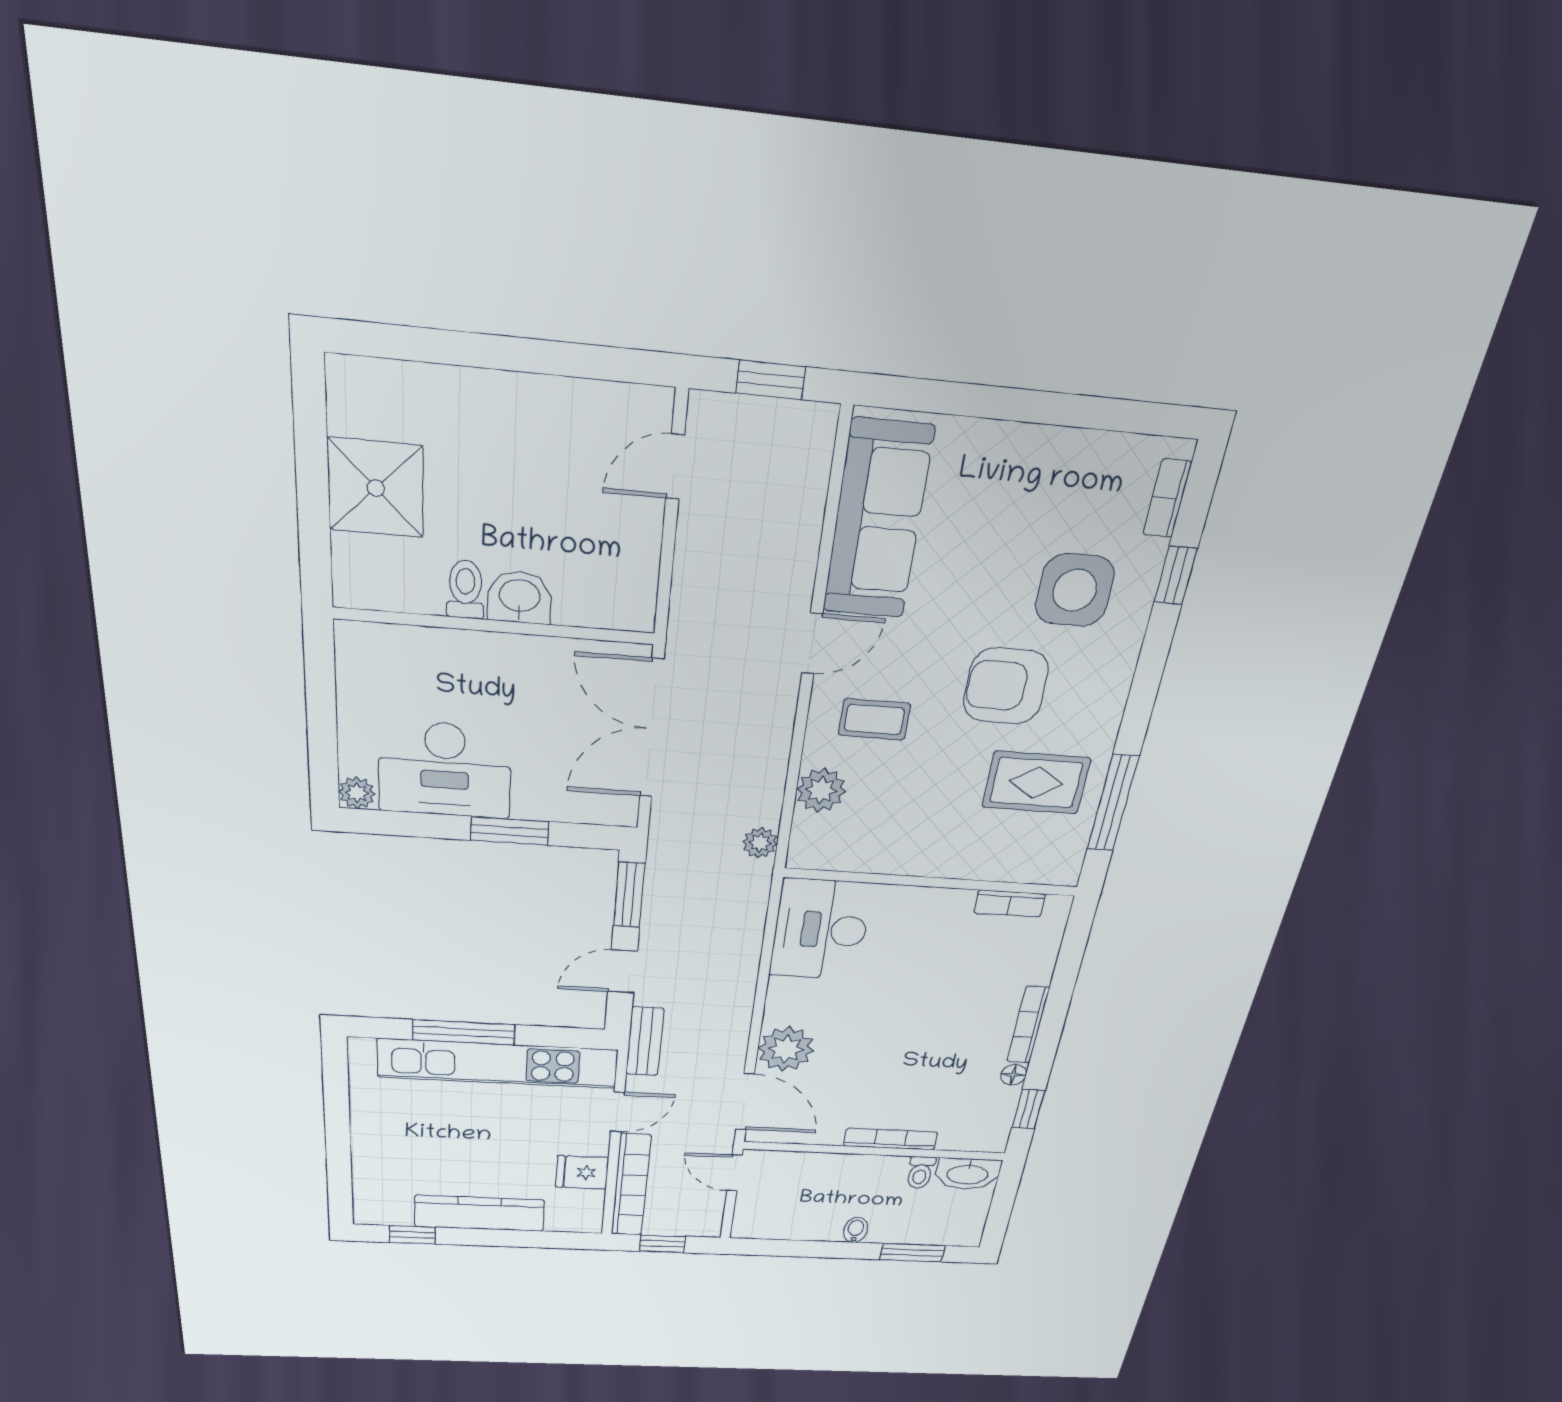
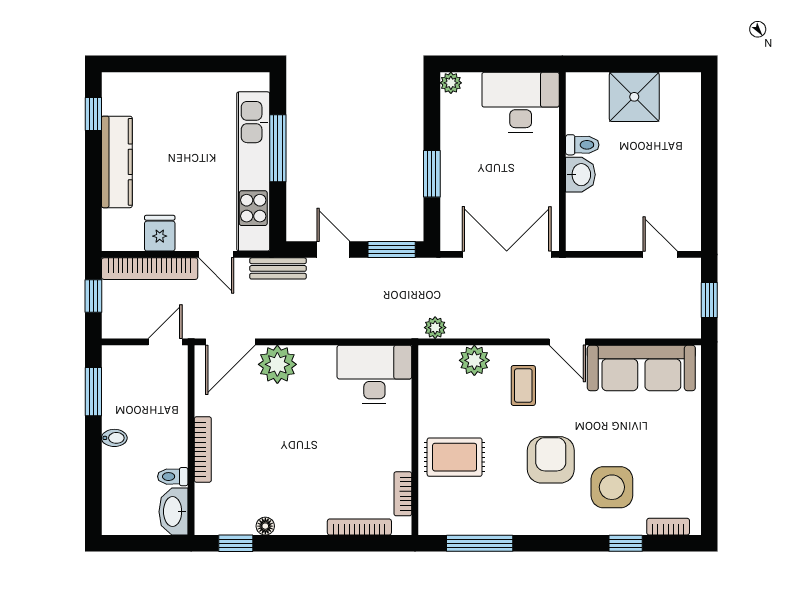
desk: (445, 770) -> (521, 102), moved, turned 90
rug: (1036, 783) -> (455, 457), moved, turned 90
bookcase: (1028, 1025) -> (359, 527), moved
window: (912, 1253) -> (93, 392), moved

